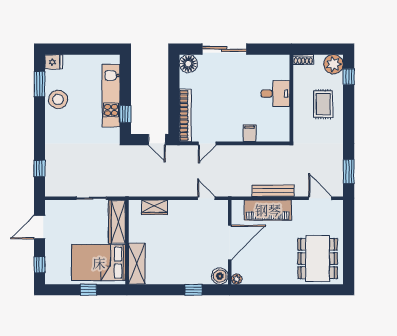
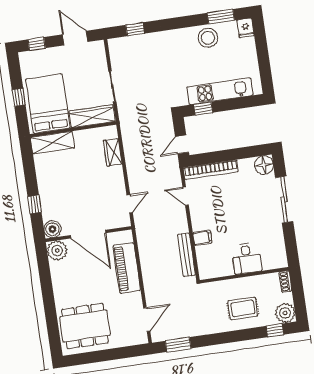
bench: (273, 191) -> (186, 255), moved
plant: (237, 279) -> (57, 251), width x1.87, depth x1.87

